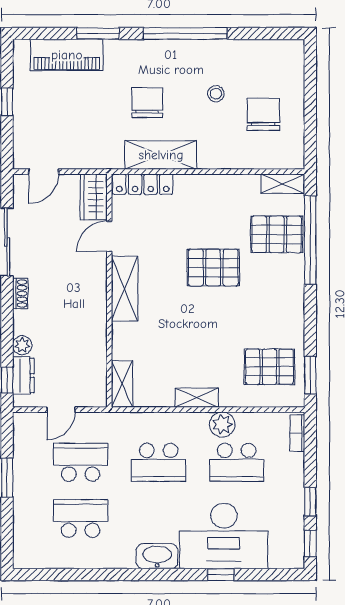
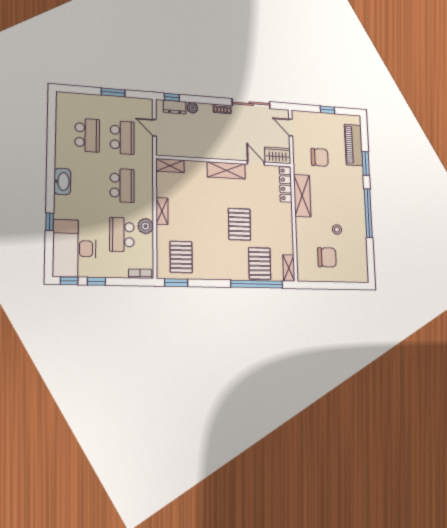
chair: (147, 102) -> (320, 157), moved
school desk: (159, 462) -> (122, 185), turned 180
desk: (224, 536) -> (74, 248), moved

